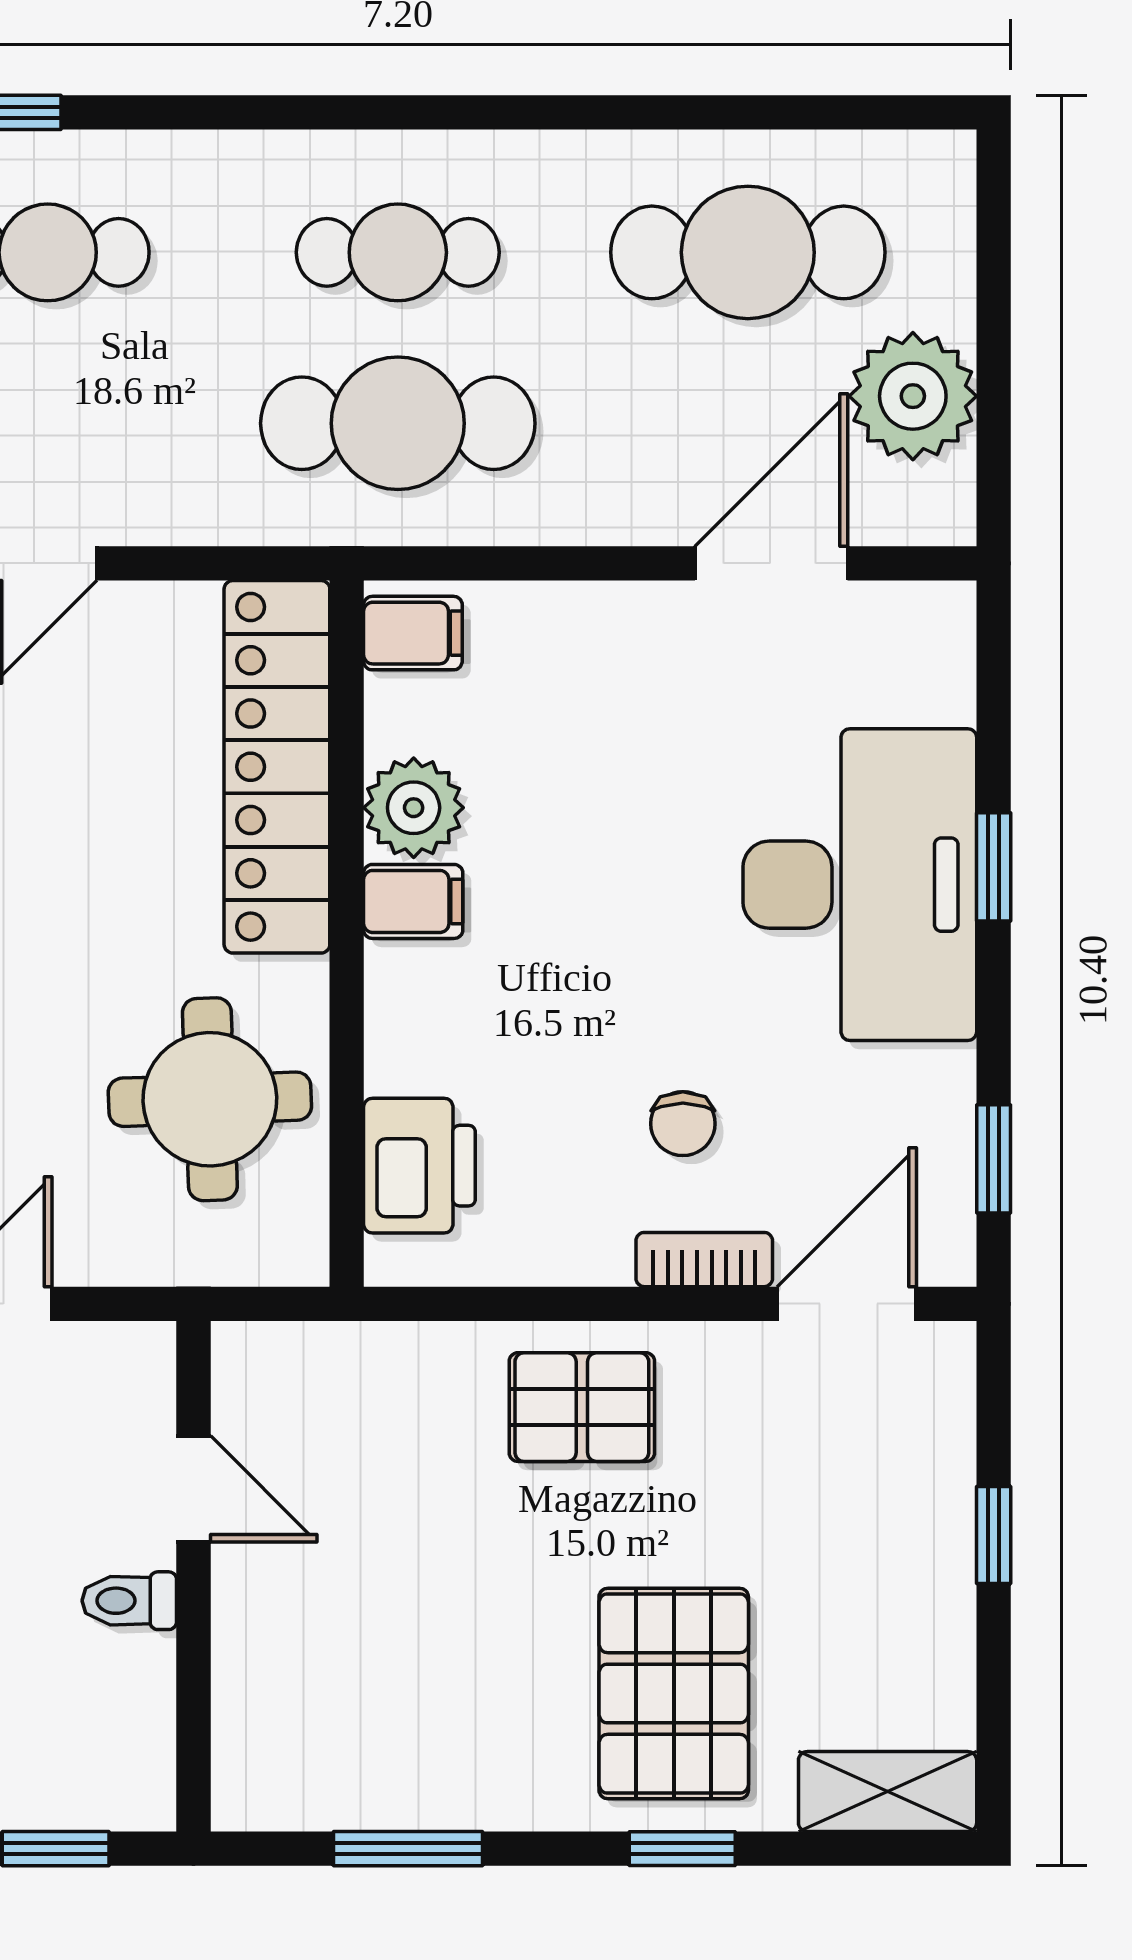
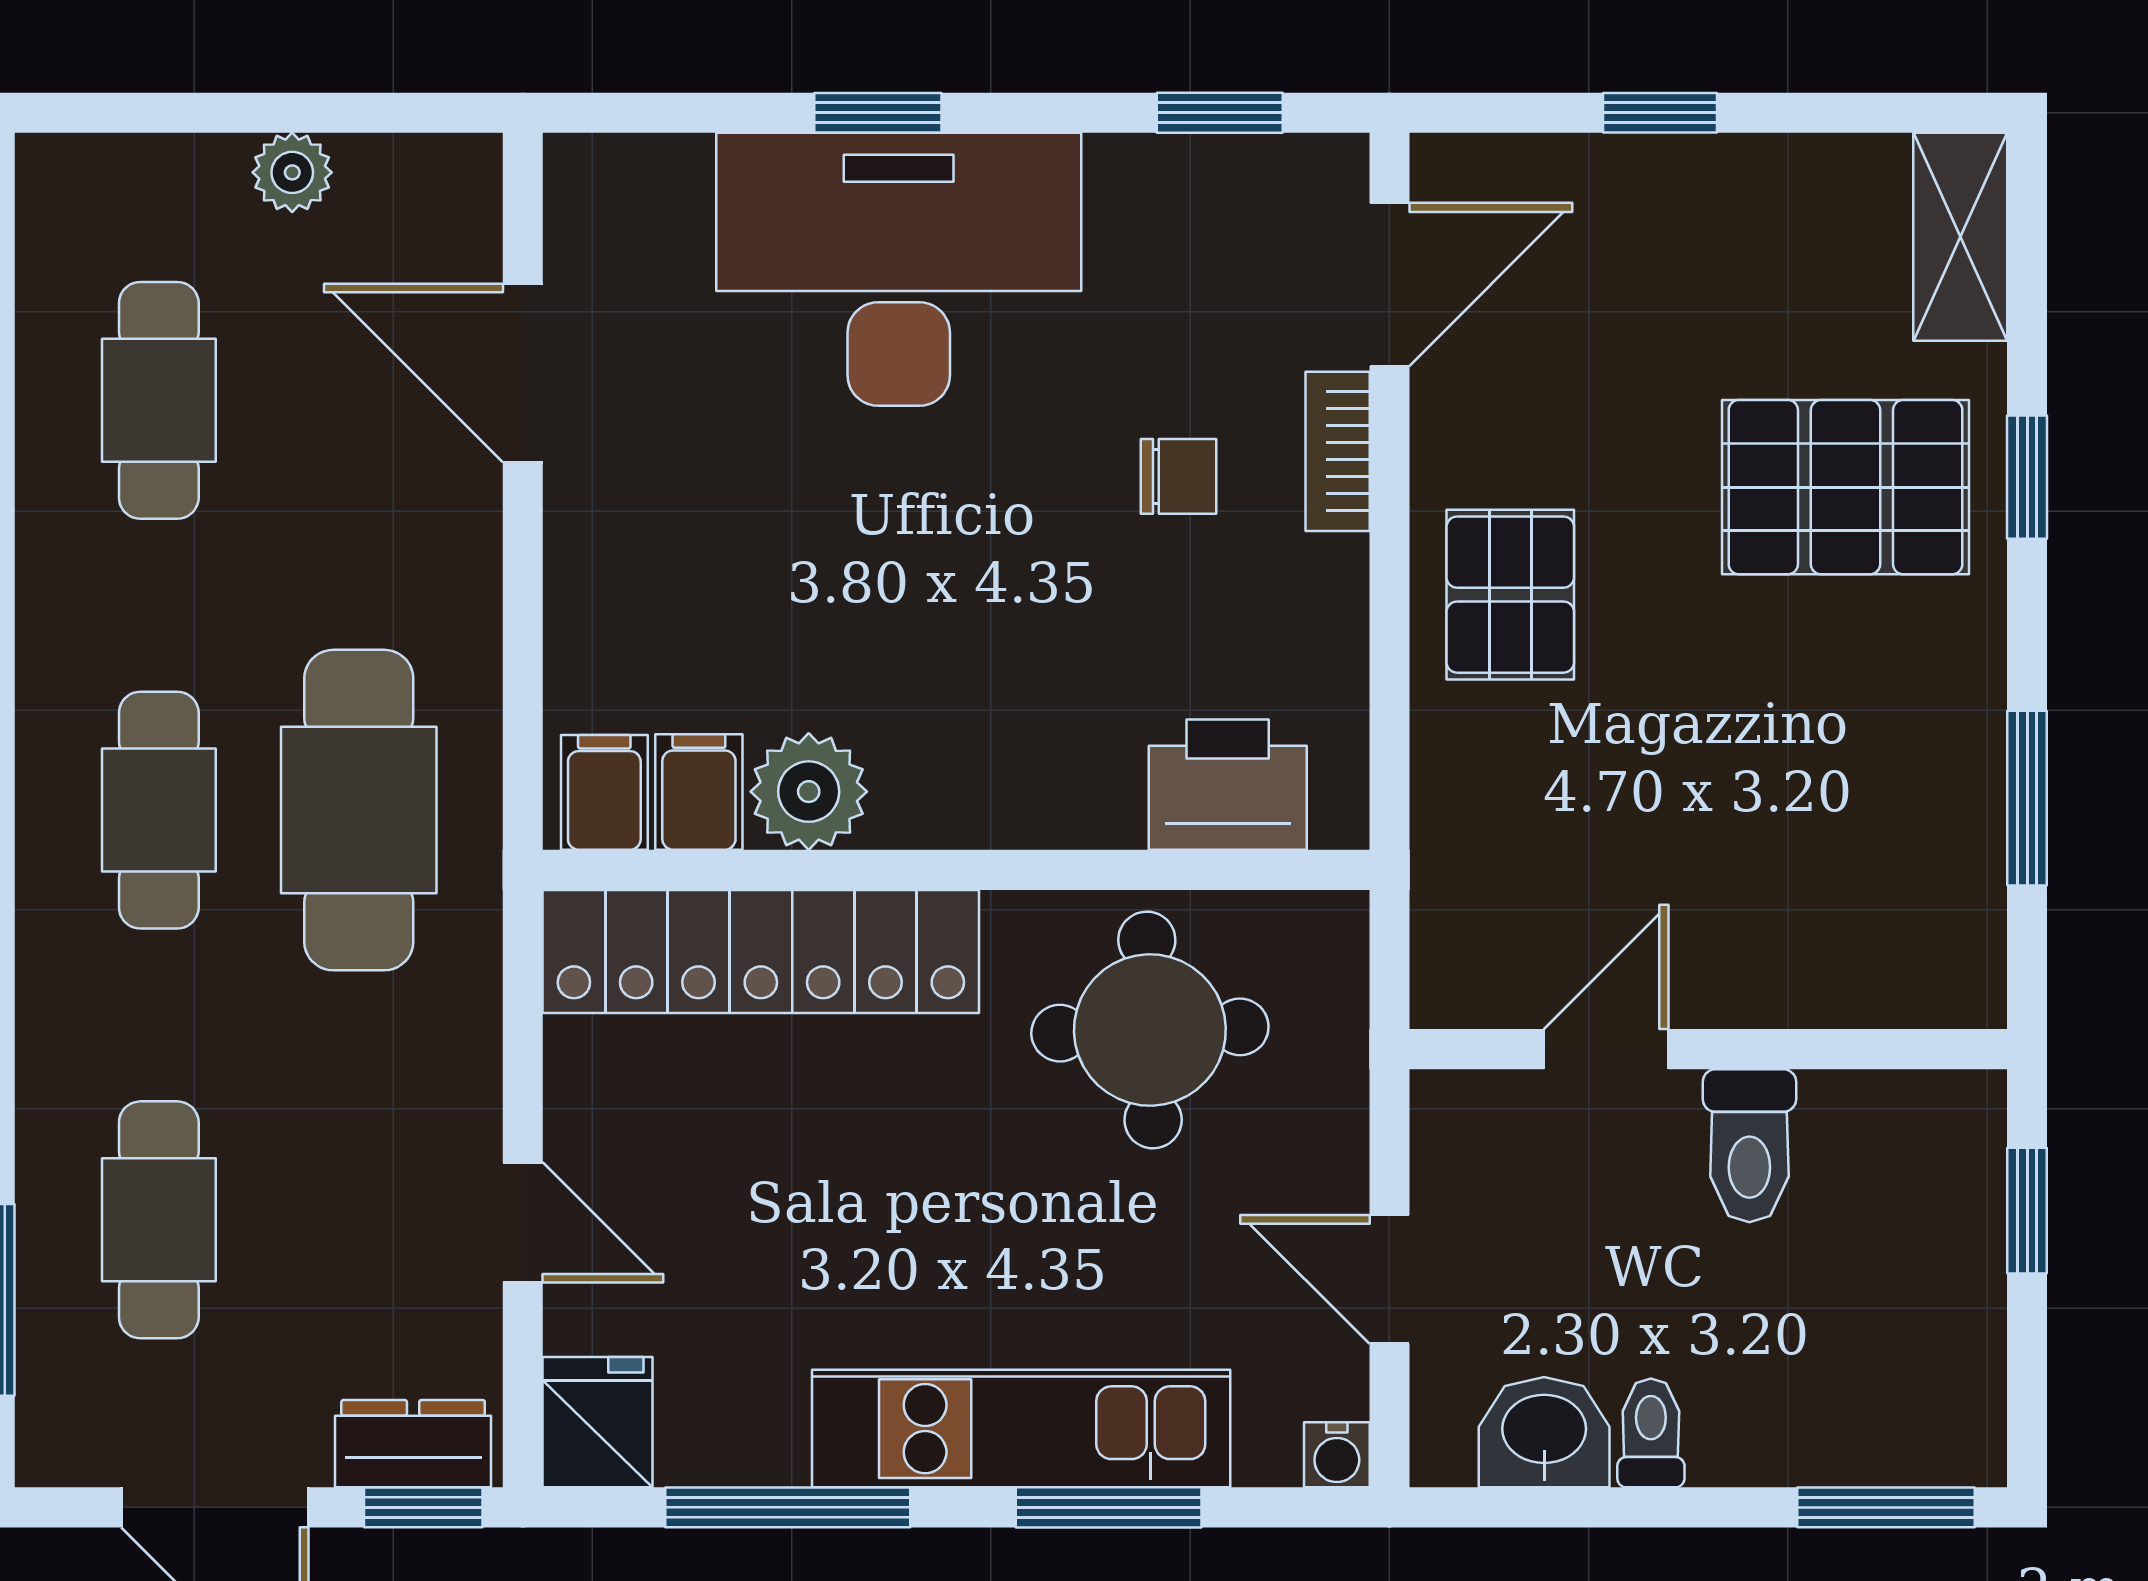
cafe table: (748, 252) -> (159, 400), width x0.73, depth x0.74
plant: (913, 396) -> (292, 172), width x0.53, depth x0.53
filing cabinet: (413, 901) -> (699, 792), moved
door: (847, 1304) -> (1389, 285), swing flipped
toilet: (129, 1601) -> (1749, 1146), width x1.37, depth x1.39

